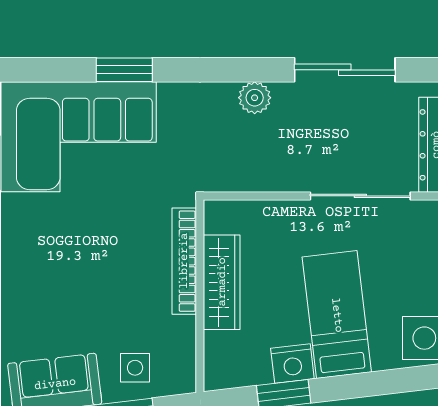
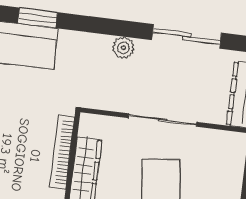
sliding door: (360, 196) -> (162, 120), moved

